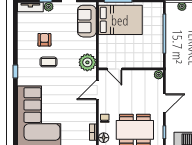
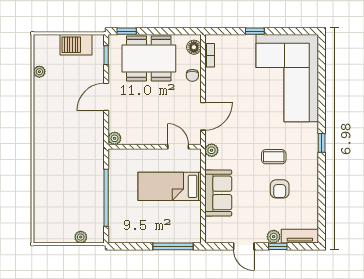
bed: (120, 20) -> (170, 186), moved, width x0.67
sofa: (87, 21) -> (218, 193), moved
plant: (87, 62) -> (212, 150), width x0.53, depth x0.53

